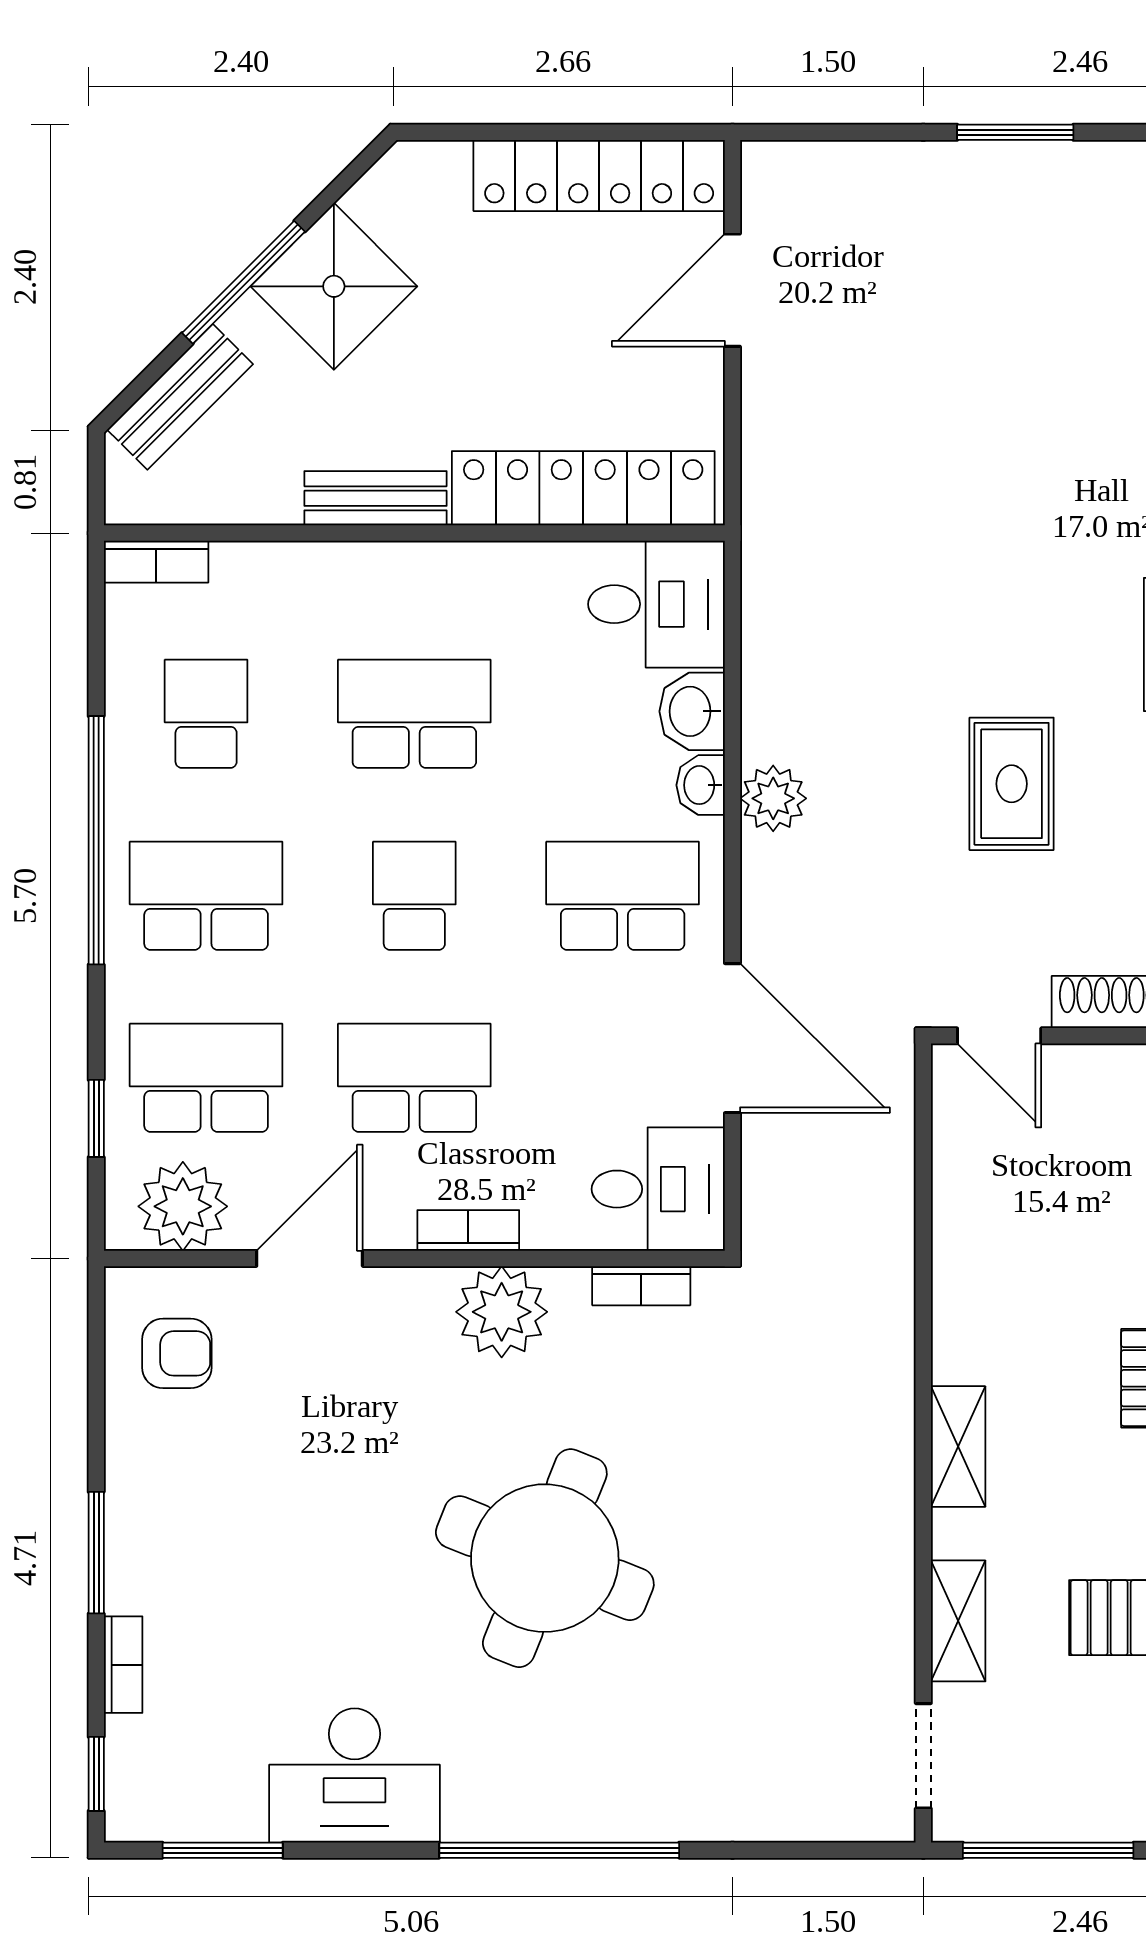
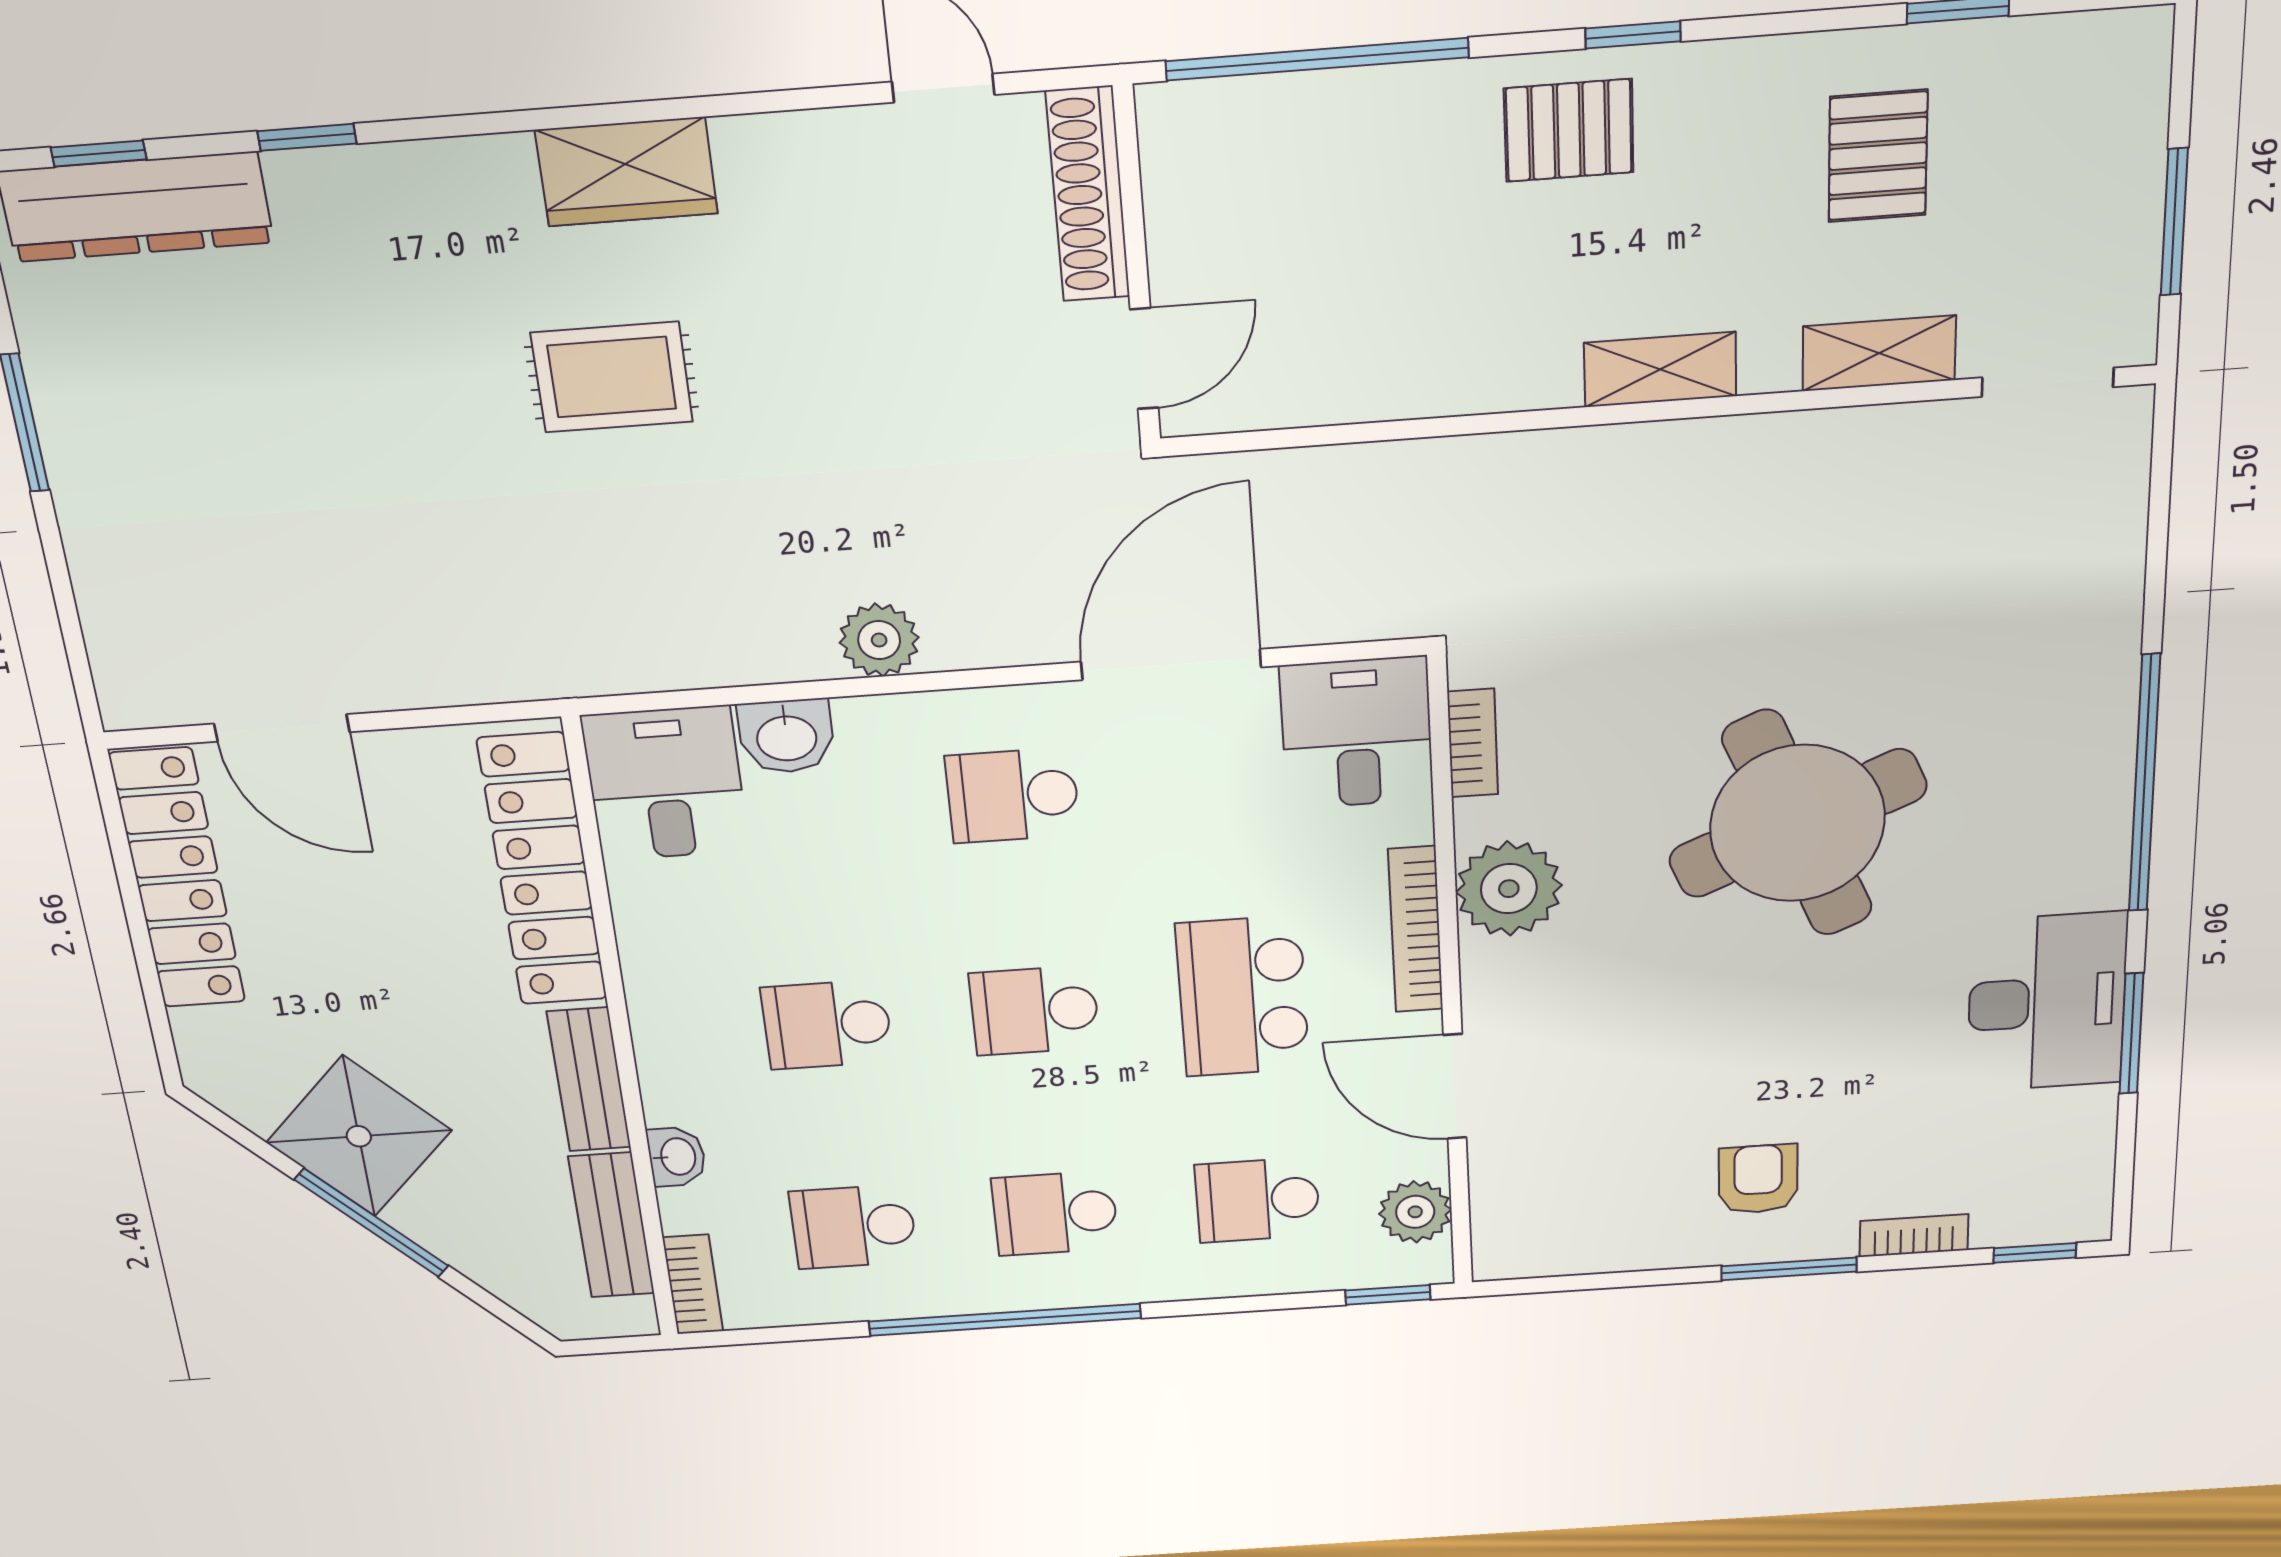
bench: (180, 397) -> (611, 1225), moved, turned 45
school desk: (414, 714) -> (827, 1025), width x0.54
rug: (1012, 784) -> (612, 377), moved
washbasin: (701, 785) -> (677, 1157), moved, turned -90
school desk: (206, 896) -> (1055, 1213), width x0.54
school desk: (623, 896) -> (1013, 795), width x0.54
school desk: (206, 1078) -> (1257, 1200), width x0.54
window: (96, 1118) -> (1388, 1295), moved
plant: (183, 1206) -> (1415, 1212), width x0.73, depth x0.73
bookcase: (468, 1230) -> (1416, 930), width x1.56
armchair: (177, 1353) -> (1758, 1179), moved
round table: (545, 1558) -> (1797, 823), turned 45
window: (223, 1850) -> (2131, 1034), moved
window: (1048, 1850) -> (2174, 222), width x0.69

